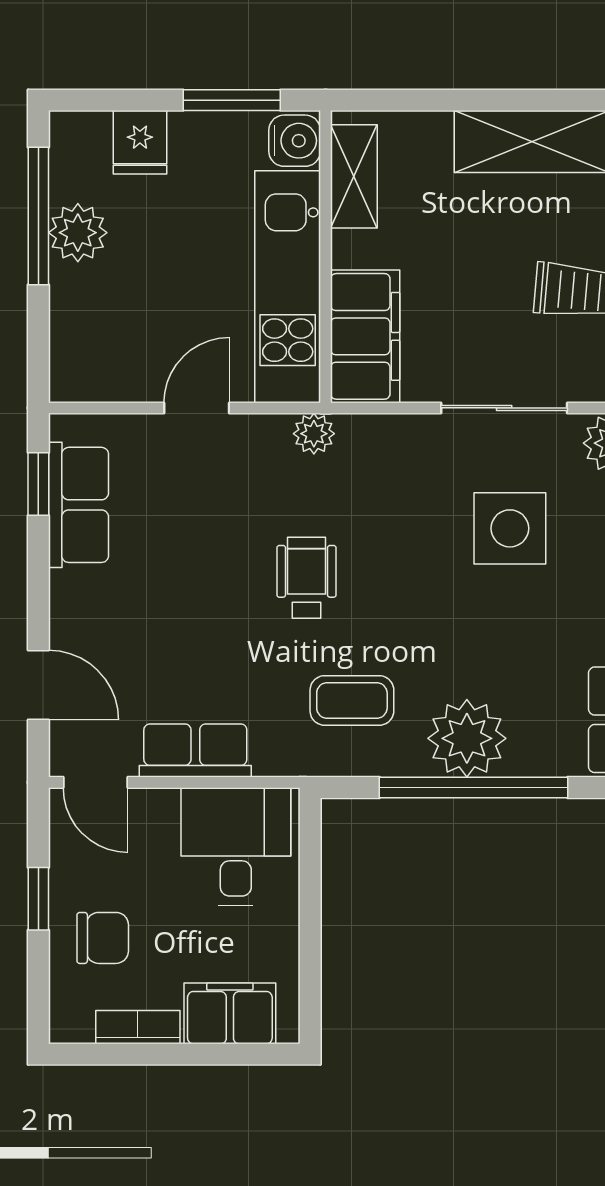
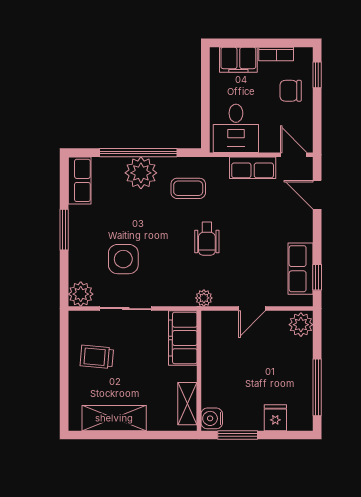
plant: (78, 233) -> (301, 325), moved
kitchen unit: (288, 287) -> (215, 358), removed
window: (38, 899) -> (317, 75), moved

